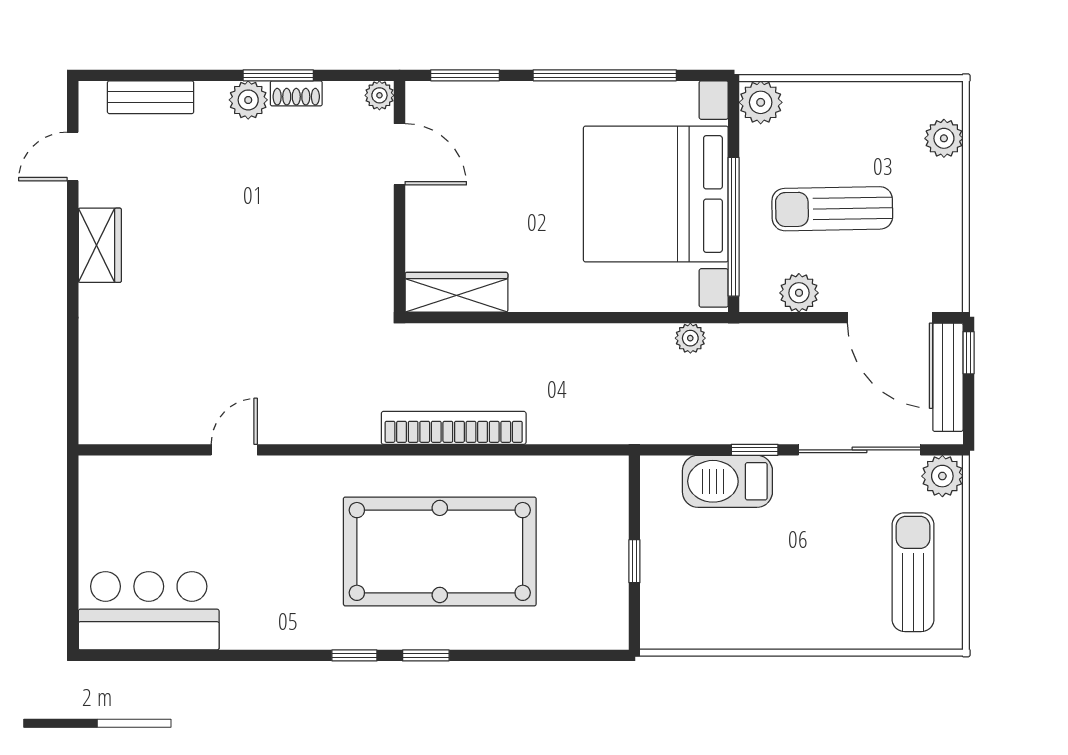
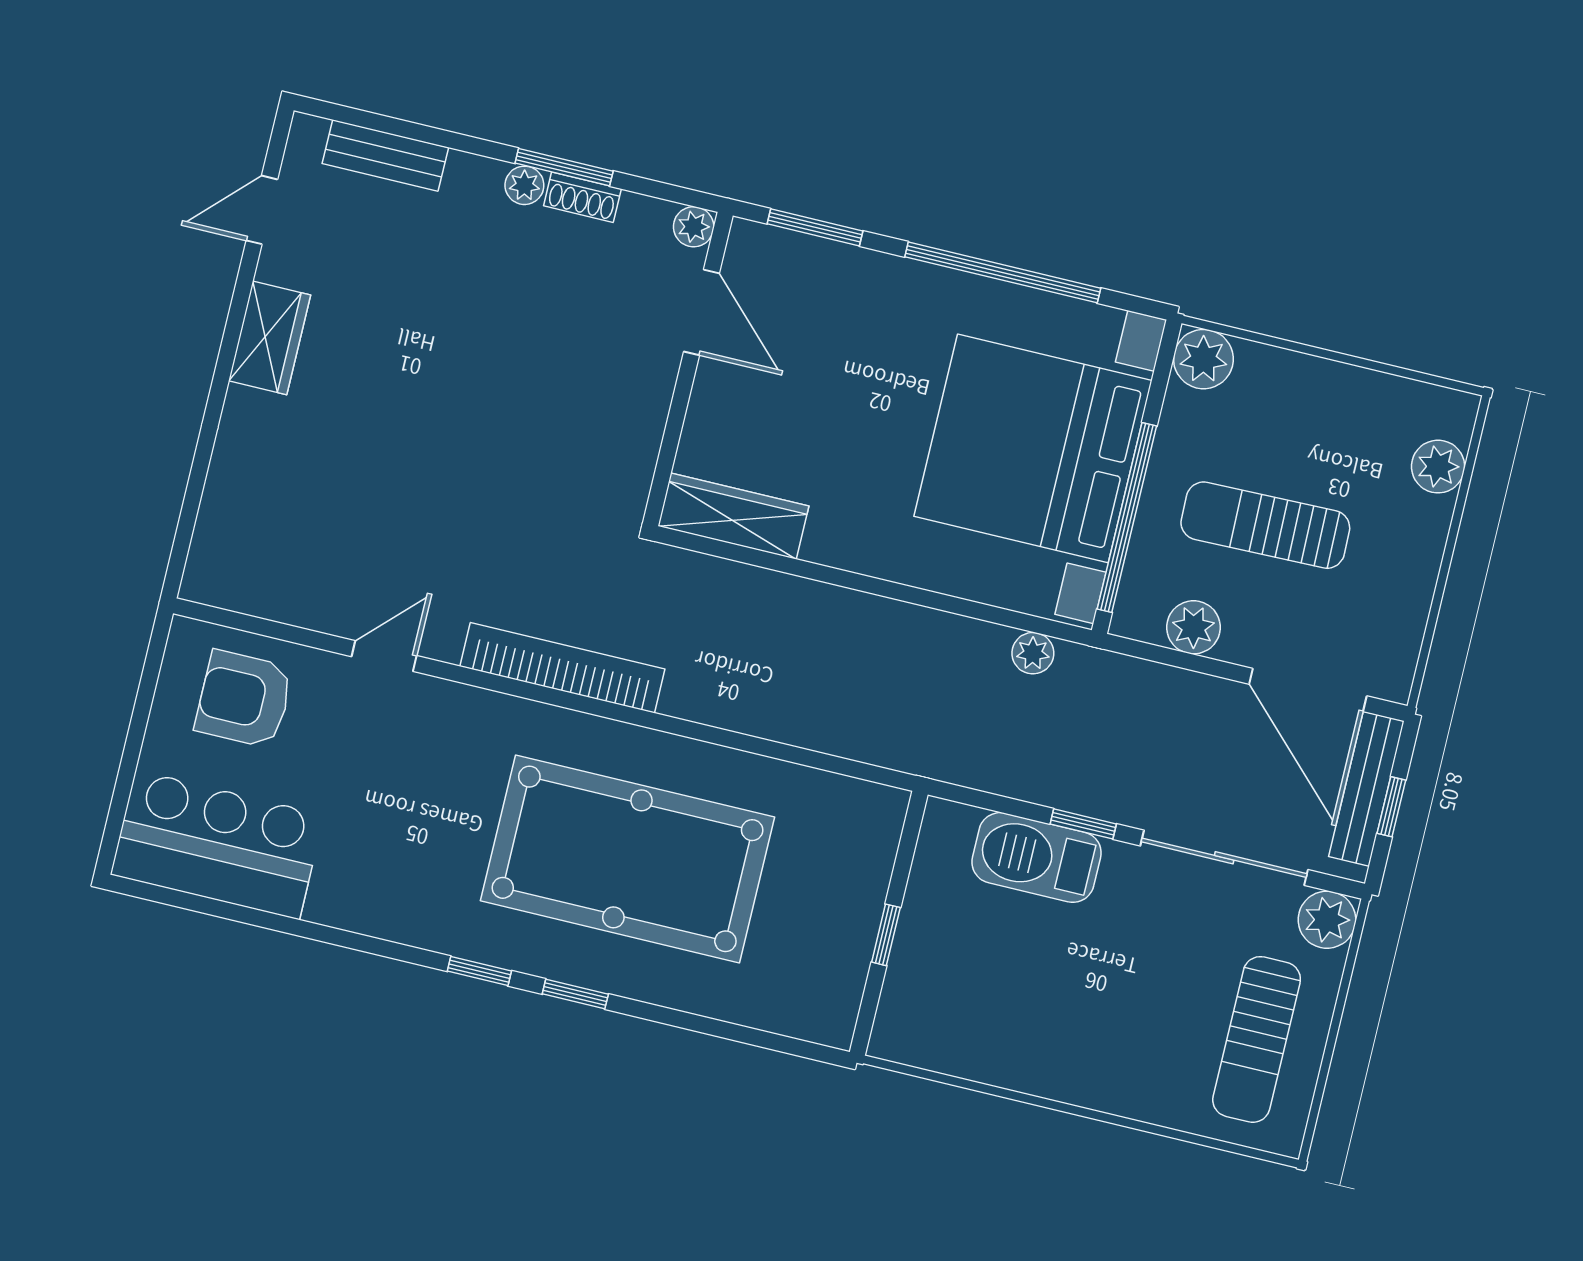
plant: (248, 100) -> (524, 185), width x0.73, depth x0.73
window: (969, 353) -> (1391, 807), moved
bookcase: (454, 428) -> (562, 668), moved
armchair: (143, 504) -> (244, 699), added
sun lounger: (913, 572) -> (1257, 1039), turned 180

